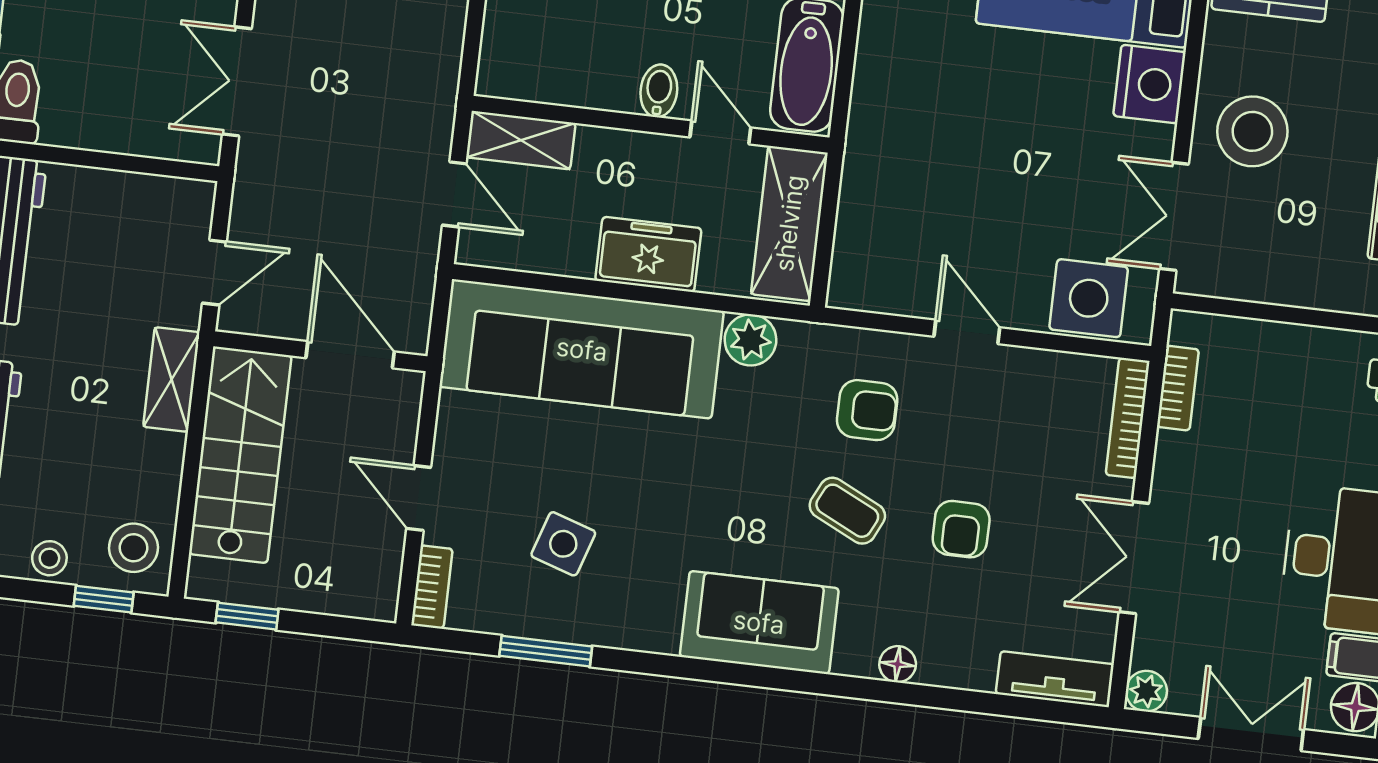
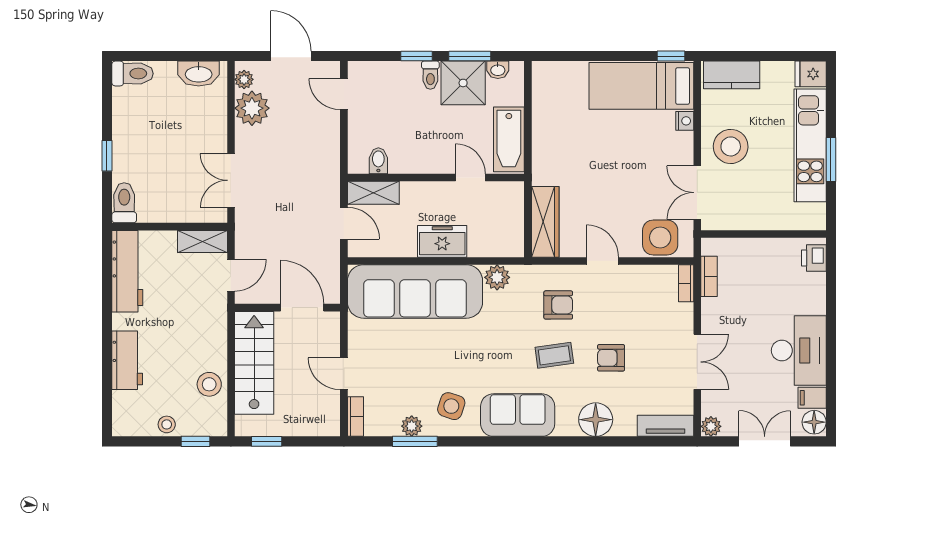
nightstand: (1149, 84) -> (685, 121), width x0.53, depth x0.56
bidet: (659, 91) -> (378, 161), moved
shelving: (789, 223) -> (509, 218), removed
wardrobe: (861, 239) -> (545, 222), added
shelving: (171, 380) -> (202, 241), moved, turned 90
bookcase: (1128, 418) -> (686, 283), width x0.64
coffee table: (847, 511) -> (554, 355), turned -34
armchair: (961, 529) -> (611, 358), turned 90
side table: (563, 544) -> (451, 406), moved
stool: (133, 548) -> (209, 384), moved
double door: (1134, 558) -> (697, 362), swing flipped
plant: (543, 620) -> (412, 426), added
floor lamp: (898, 664) -> (596, 420), width x1.89, depth x1.89

